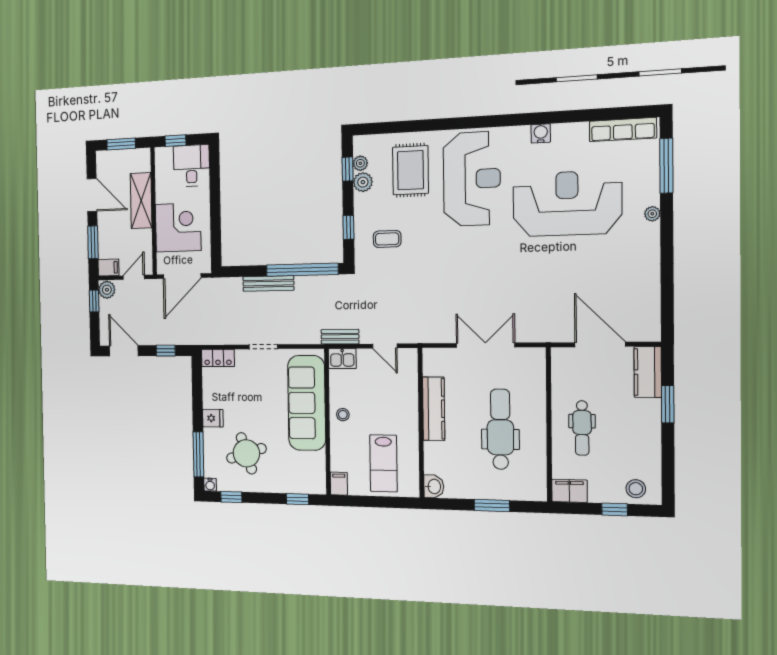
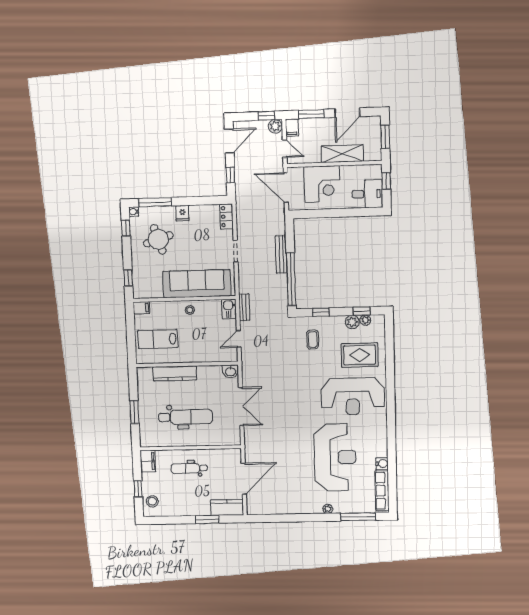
water cooler: (541, 133) -> (382, 464), moved
kitchen counter: (434, 409) -> (175, 373), moved
washbasin: (434, 486) -> (230, 371), moved

